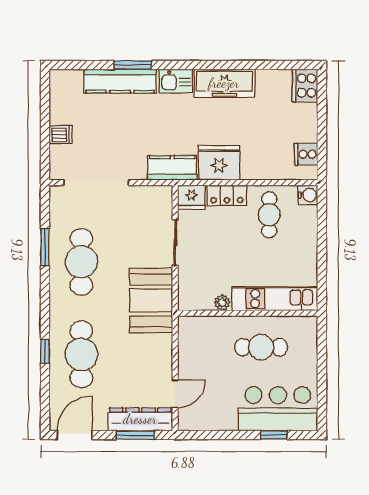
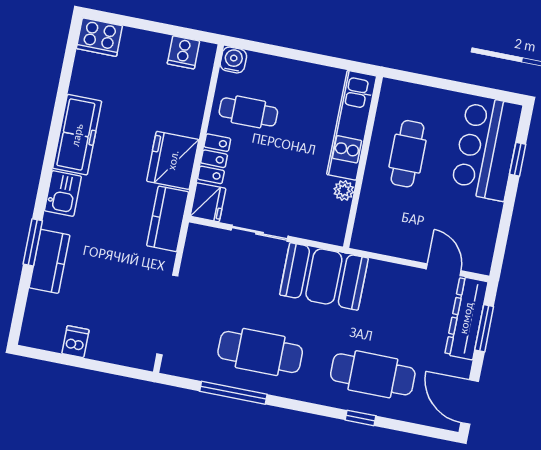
kitchen counter: (120, 81) -> (49, 261), width x0.67
dishwasher: (61, 135) -> (75, 342), moved
window: (45, 247) -> (233, 393), width x1.44

